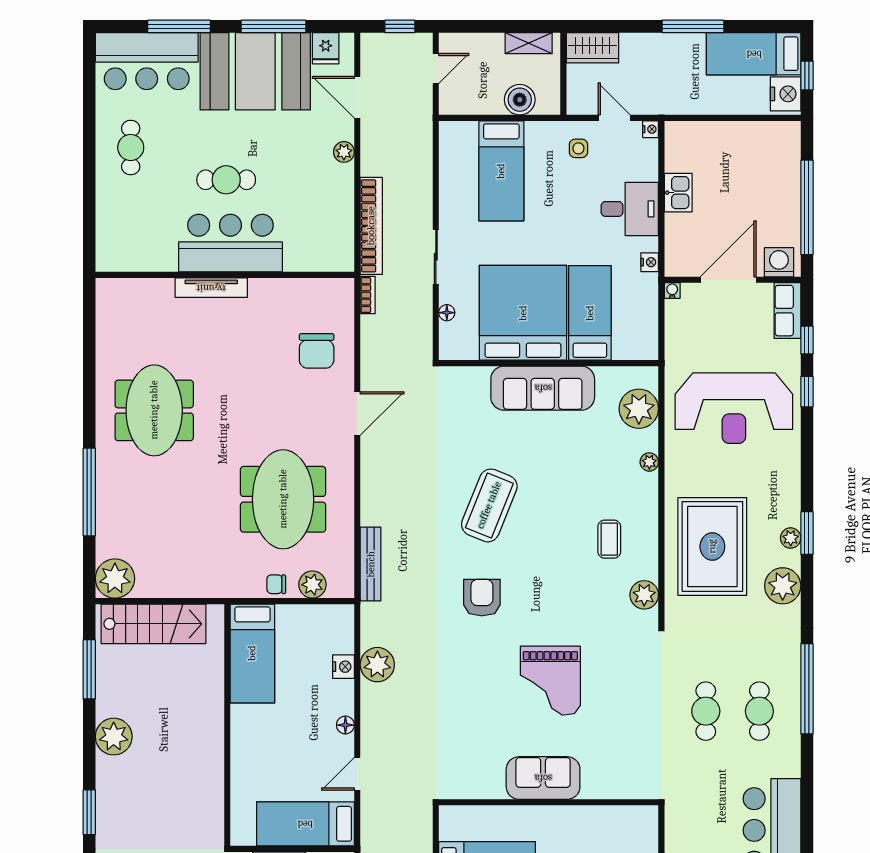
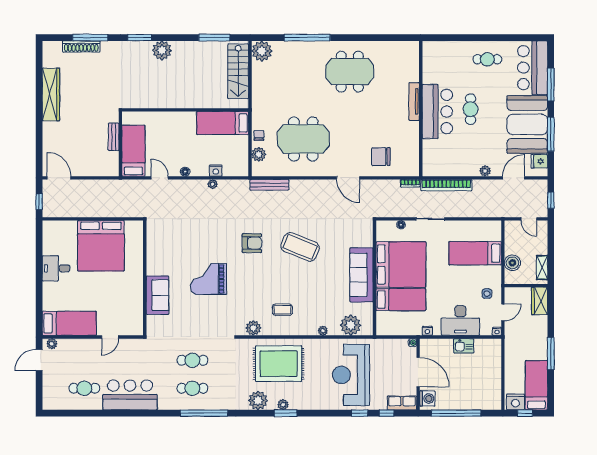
desk: (630, 209) -> (460, 320), width x1.37
plant: (377, 665) -> (213, 184), width x0.53, depth x0.53
plant: (114, 737) -> (162, 50), moved
sofa: (543, 778) -> (157, 295), moved

